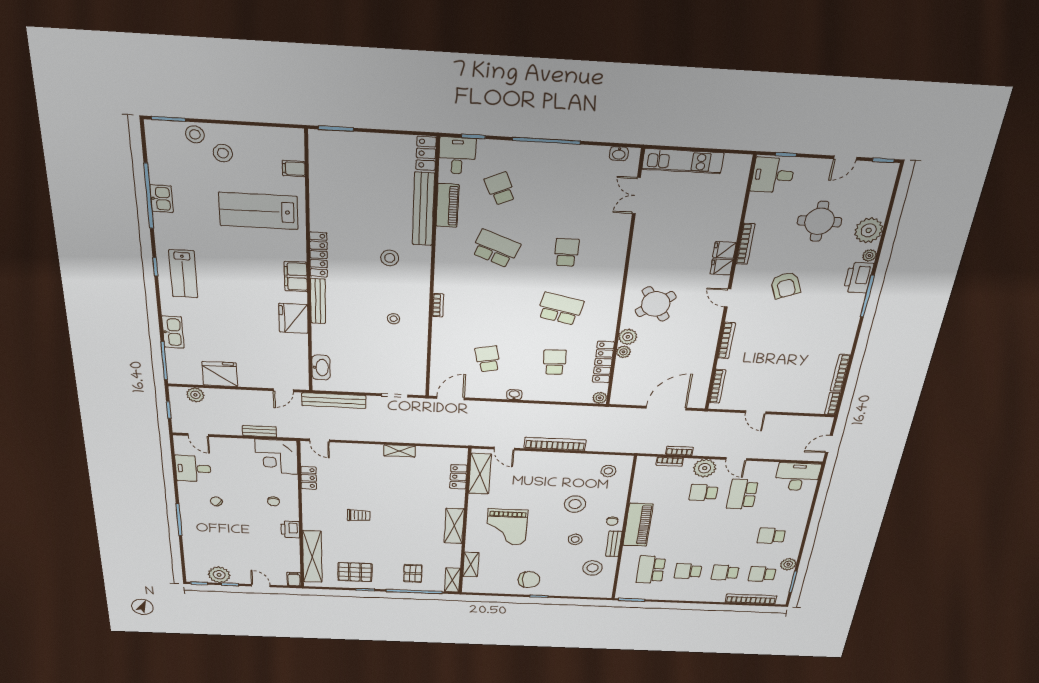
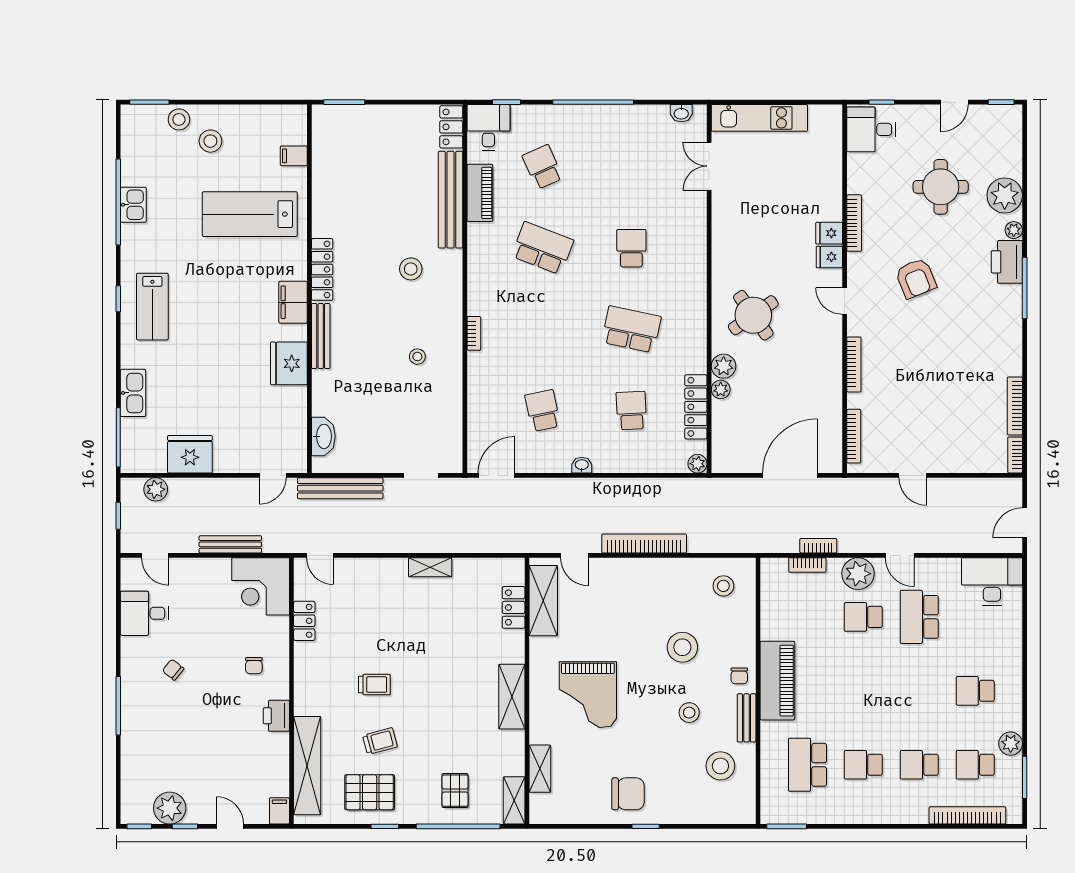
bench: (259, 431) -> (230, 544), width x1.36
trolley: (362, 546) -> (380, 741), added

